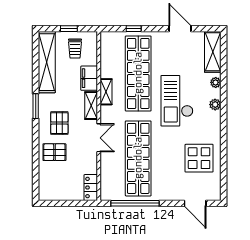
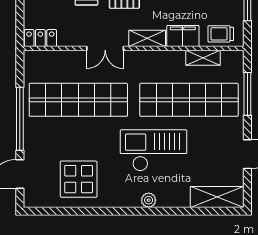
window: (134, 29) -> (247, 94), width x2.17
trolley: (75, 49) -> (221, 34), moved
plant: (216, 82) -> (177, 201), removed
shelving: (106, 92) -> (203, 58), moved
window: (135, 203) -> (20, 119), moved

